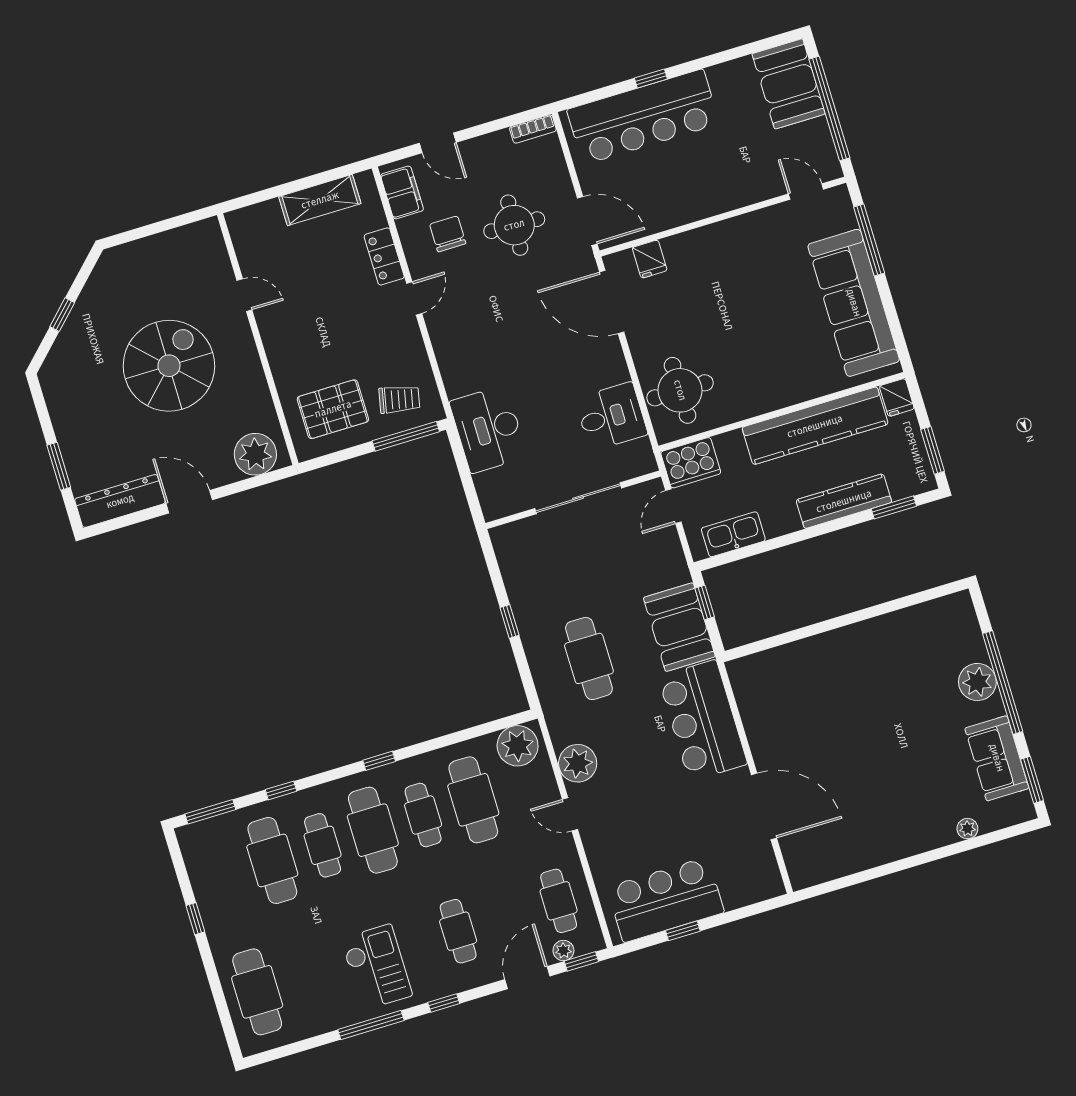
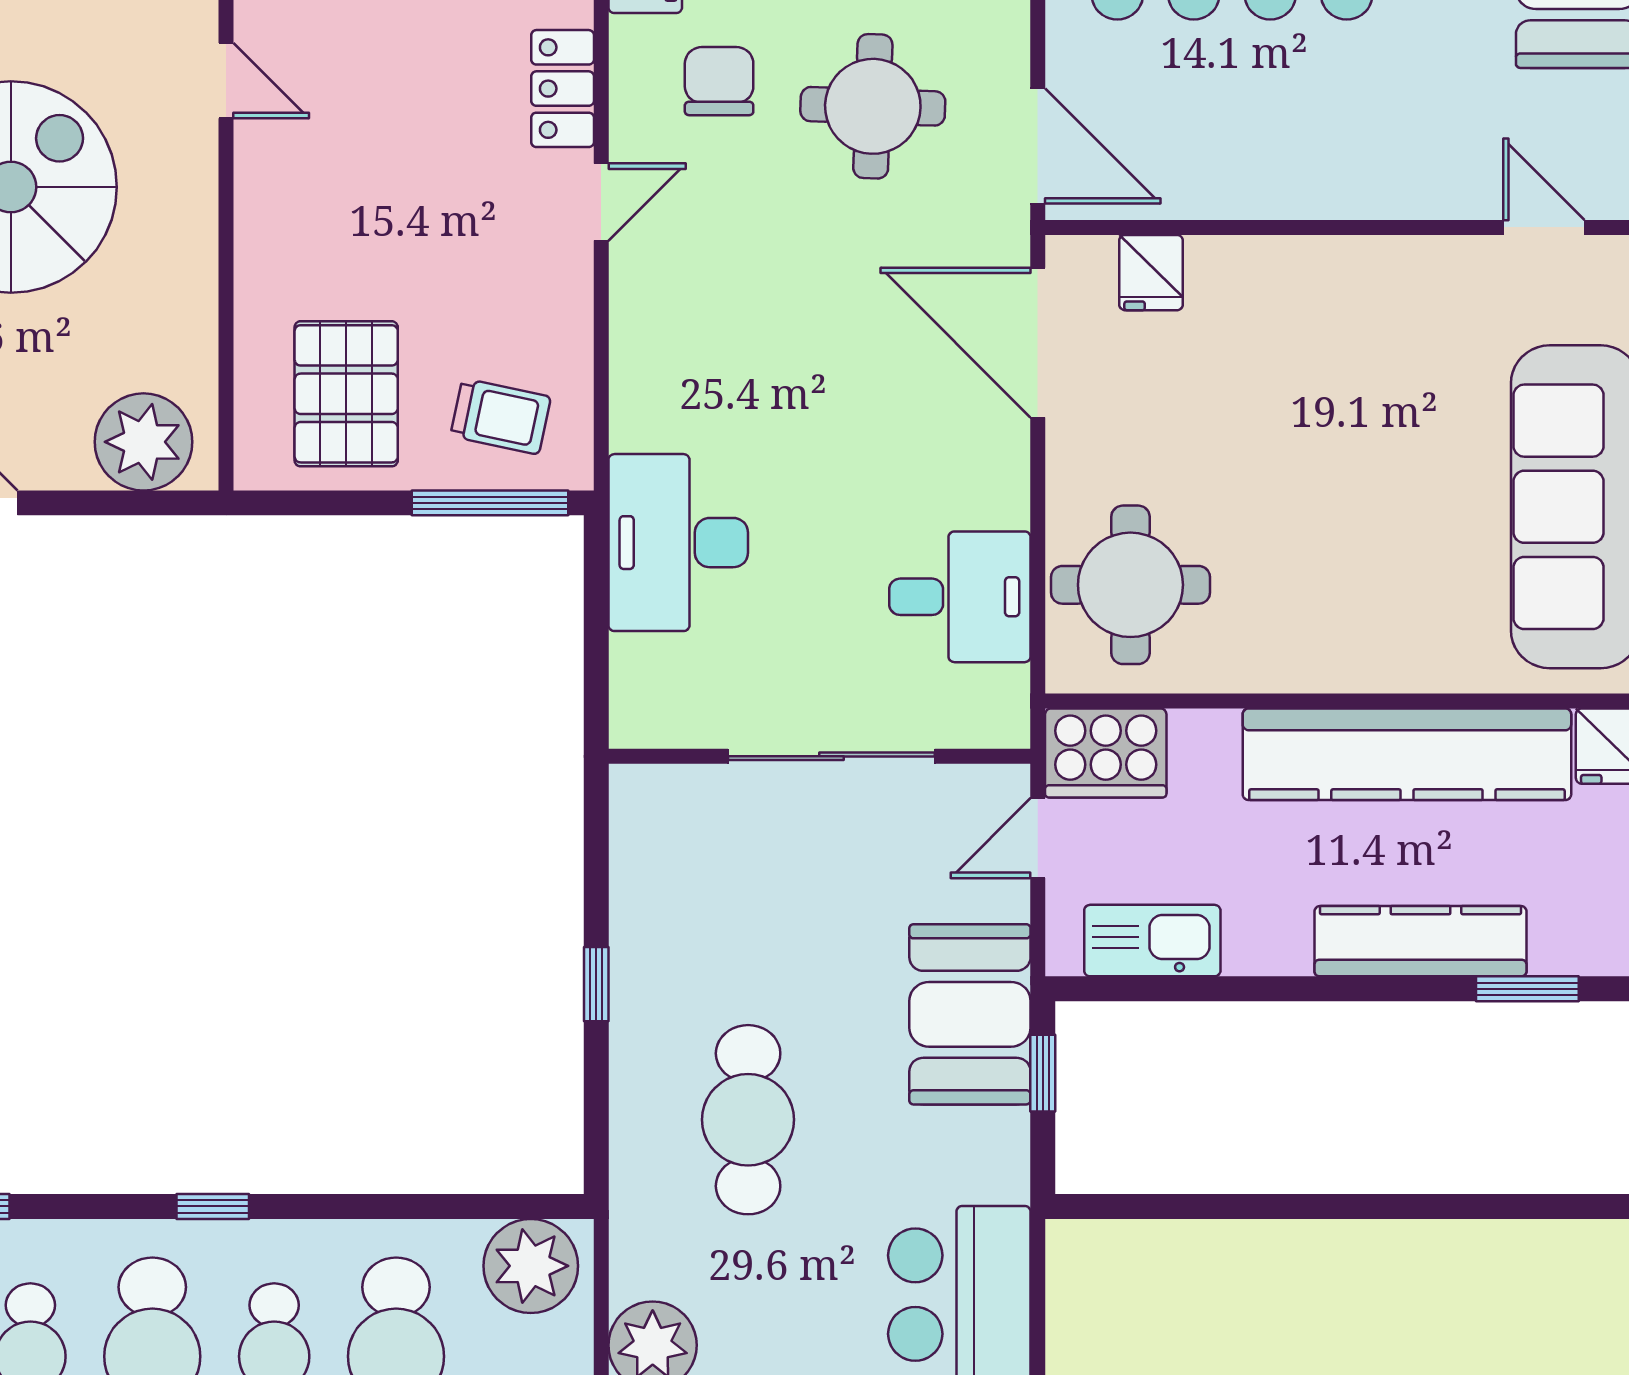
pallet: (333, 409) -> (346, 394), turned 90
booth: (679, 627) -> (970, 1014), moved

